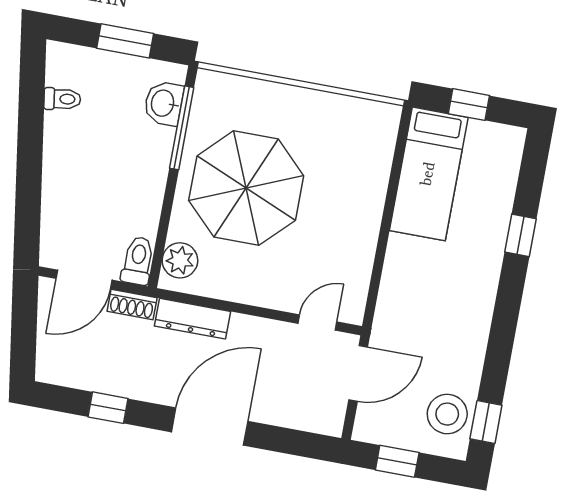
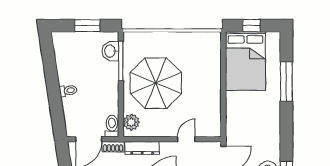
toilet: (62, 99) -> (68, 91), moved
bed: (429, 174) -> (245, 61), width x1.50
window: (521, 235) -> (286, 82), width x2.17
door: (317, 323) -> (186, 139), moved

